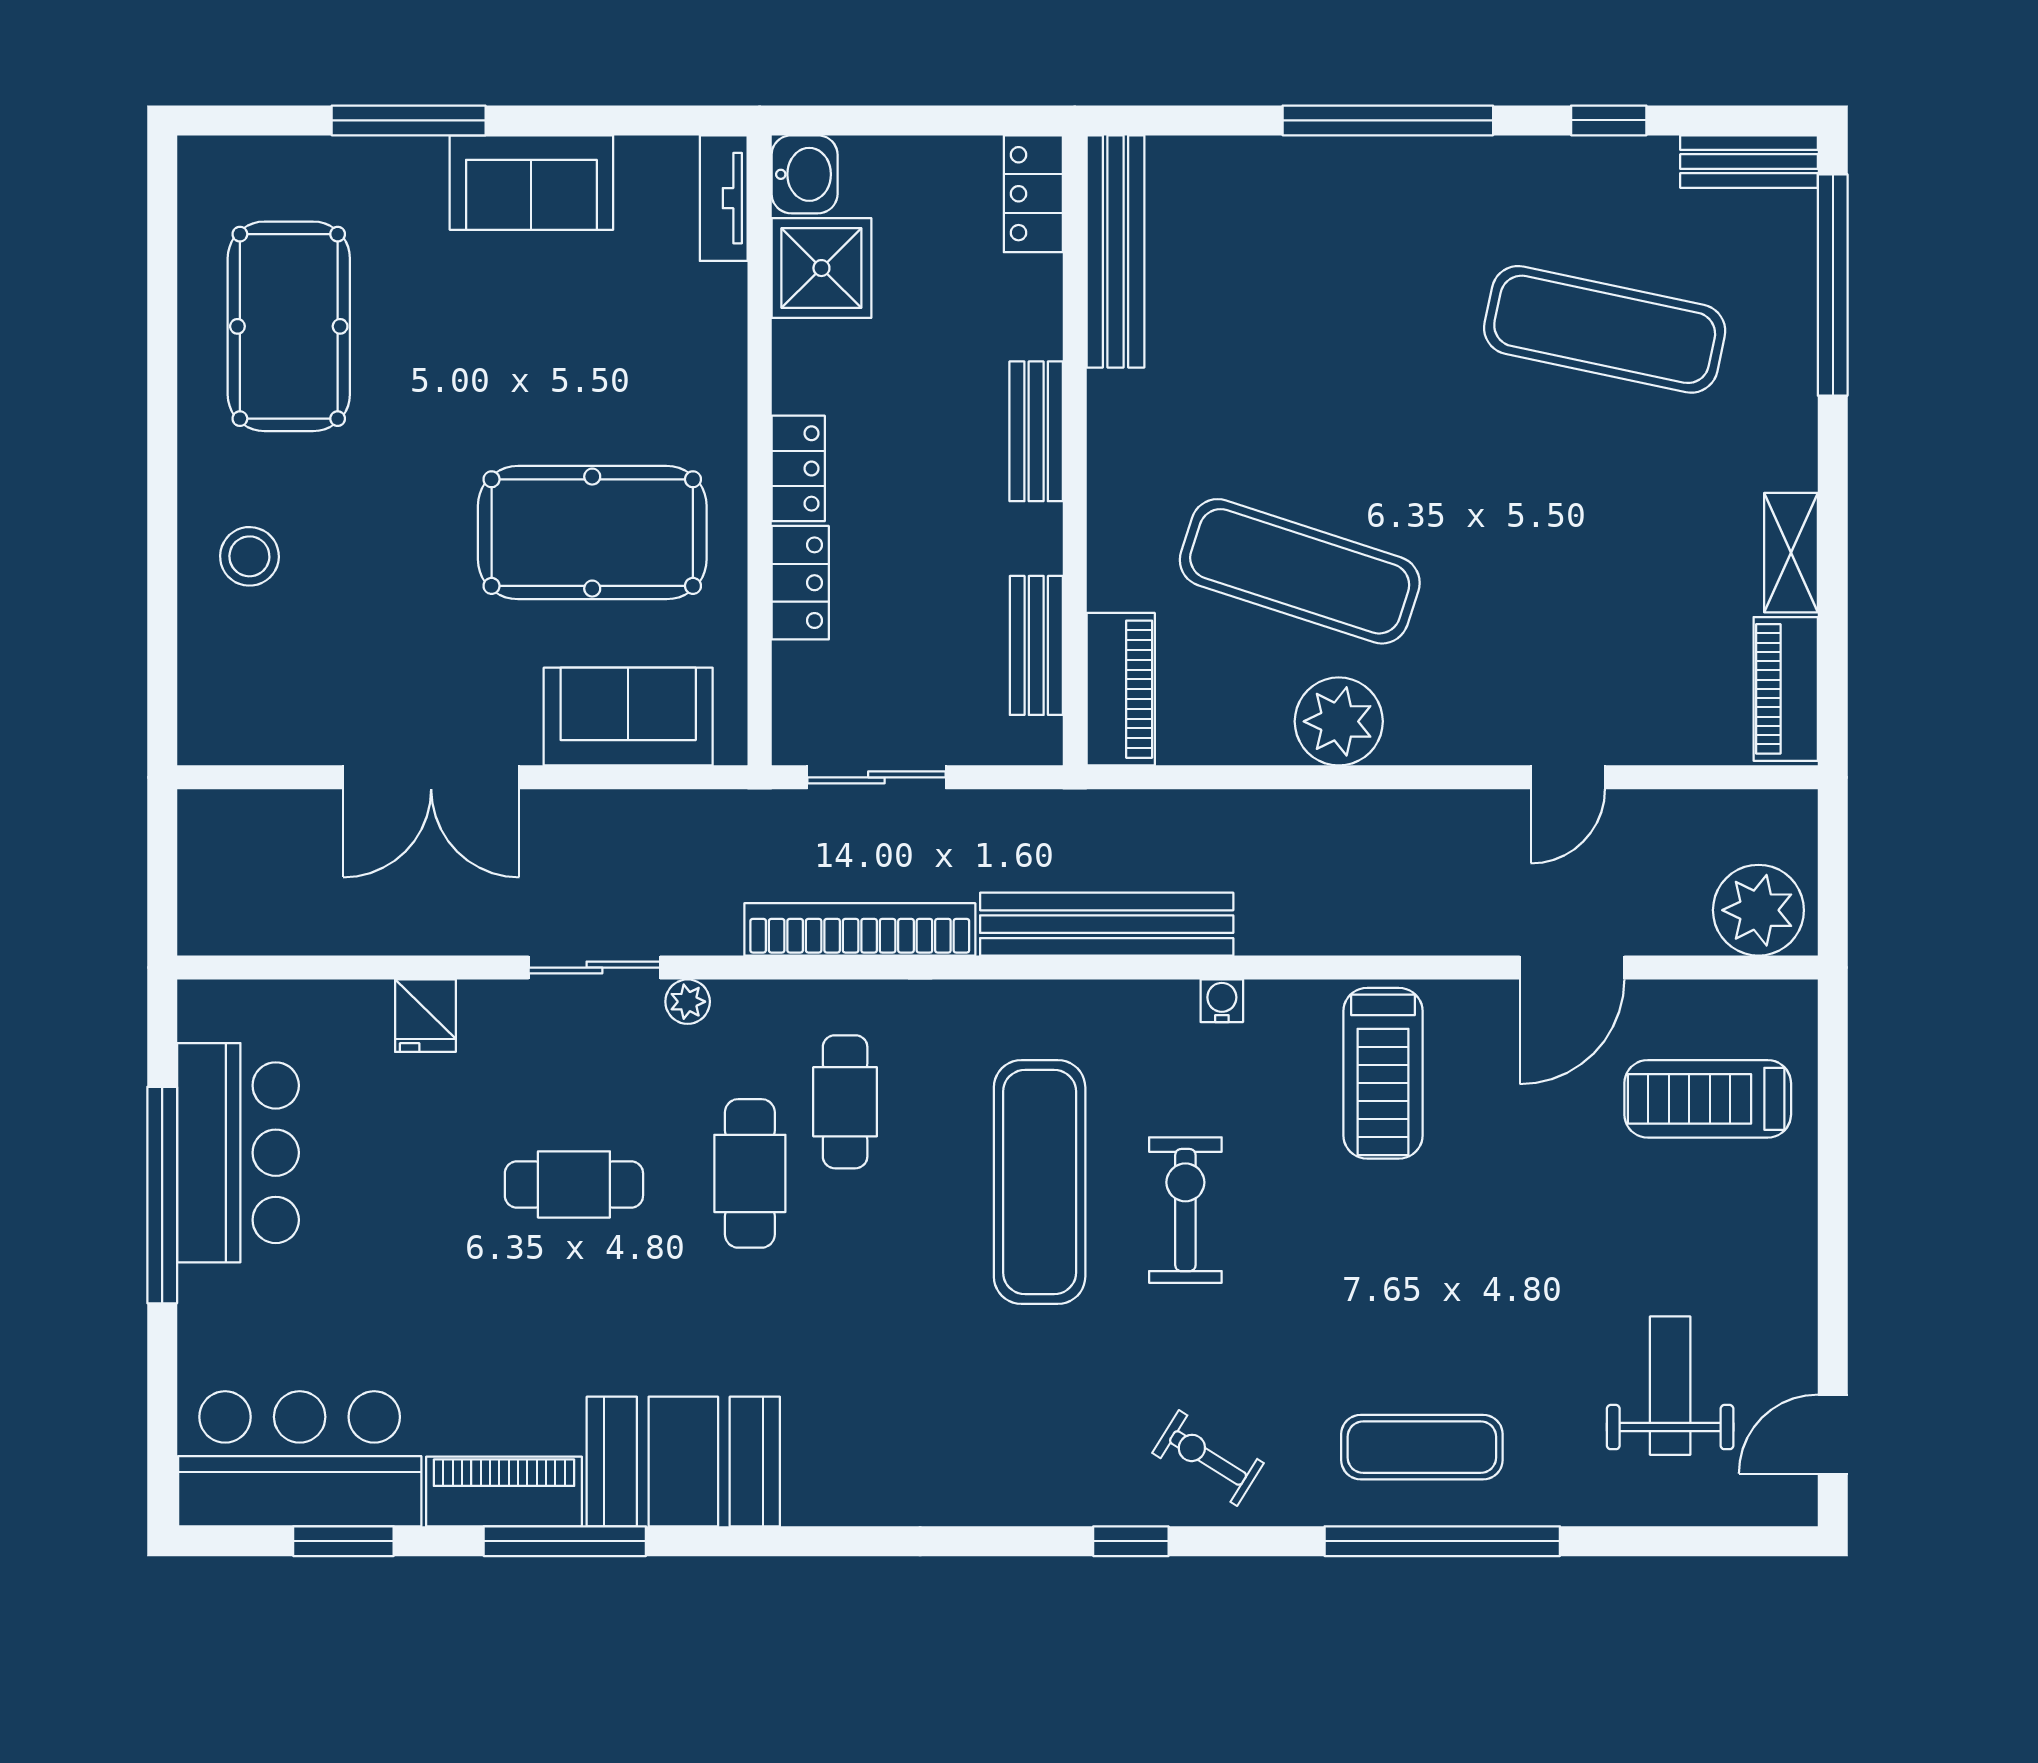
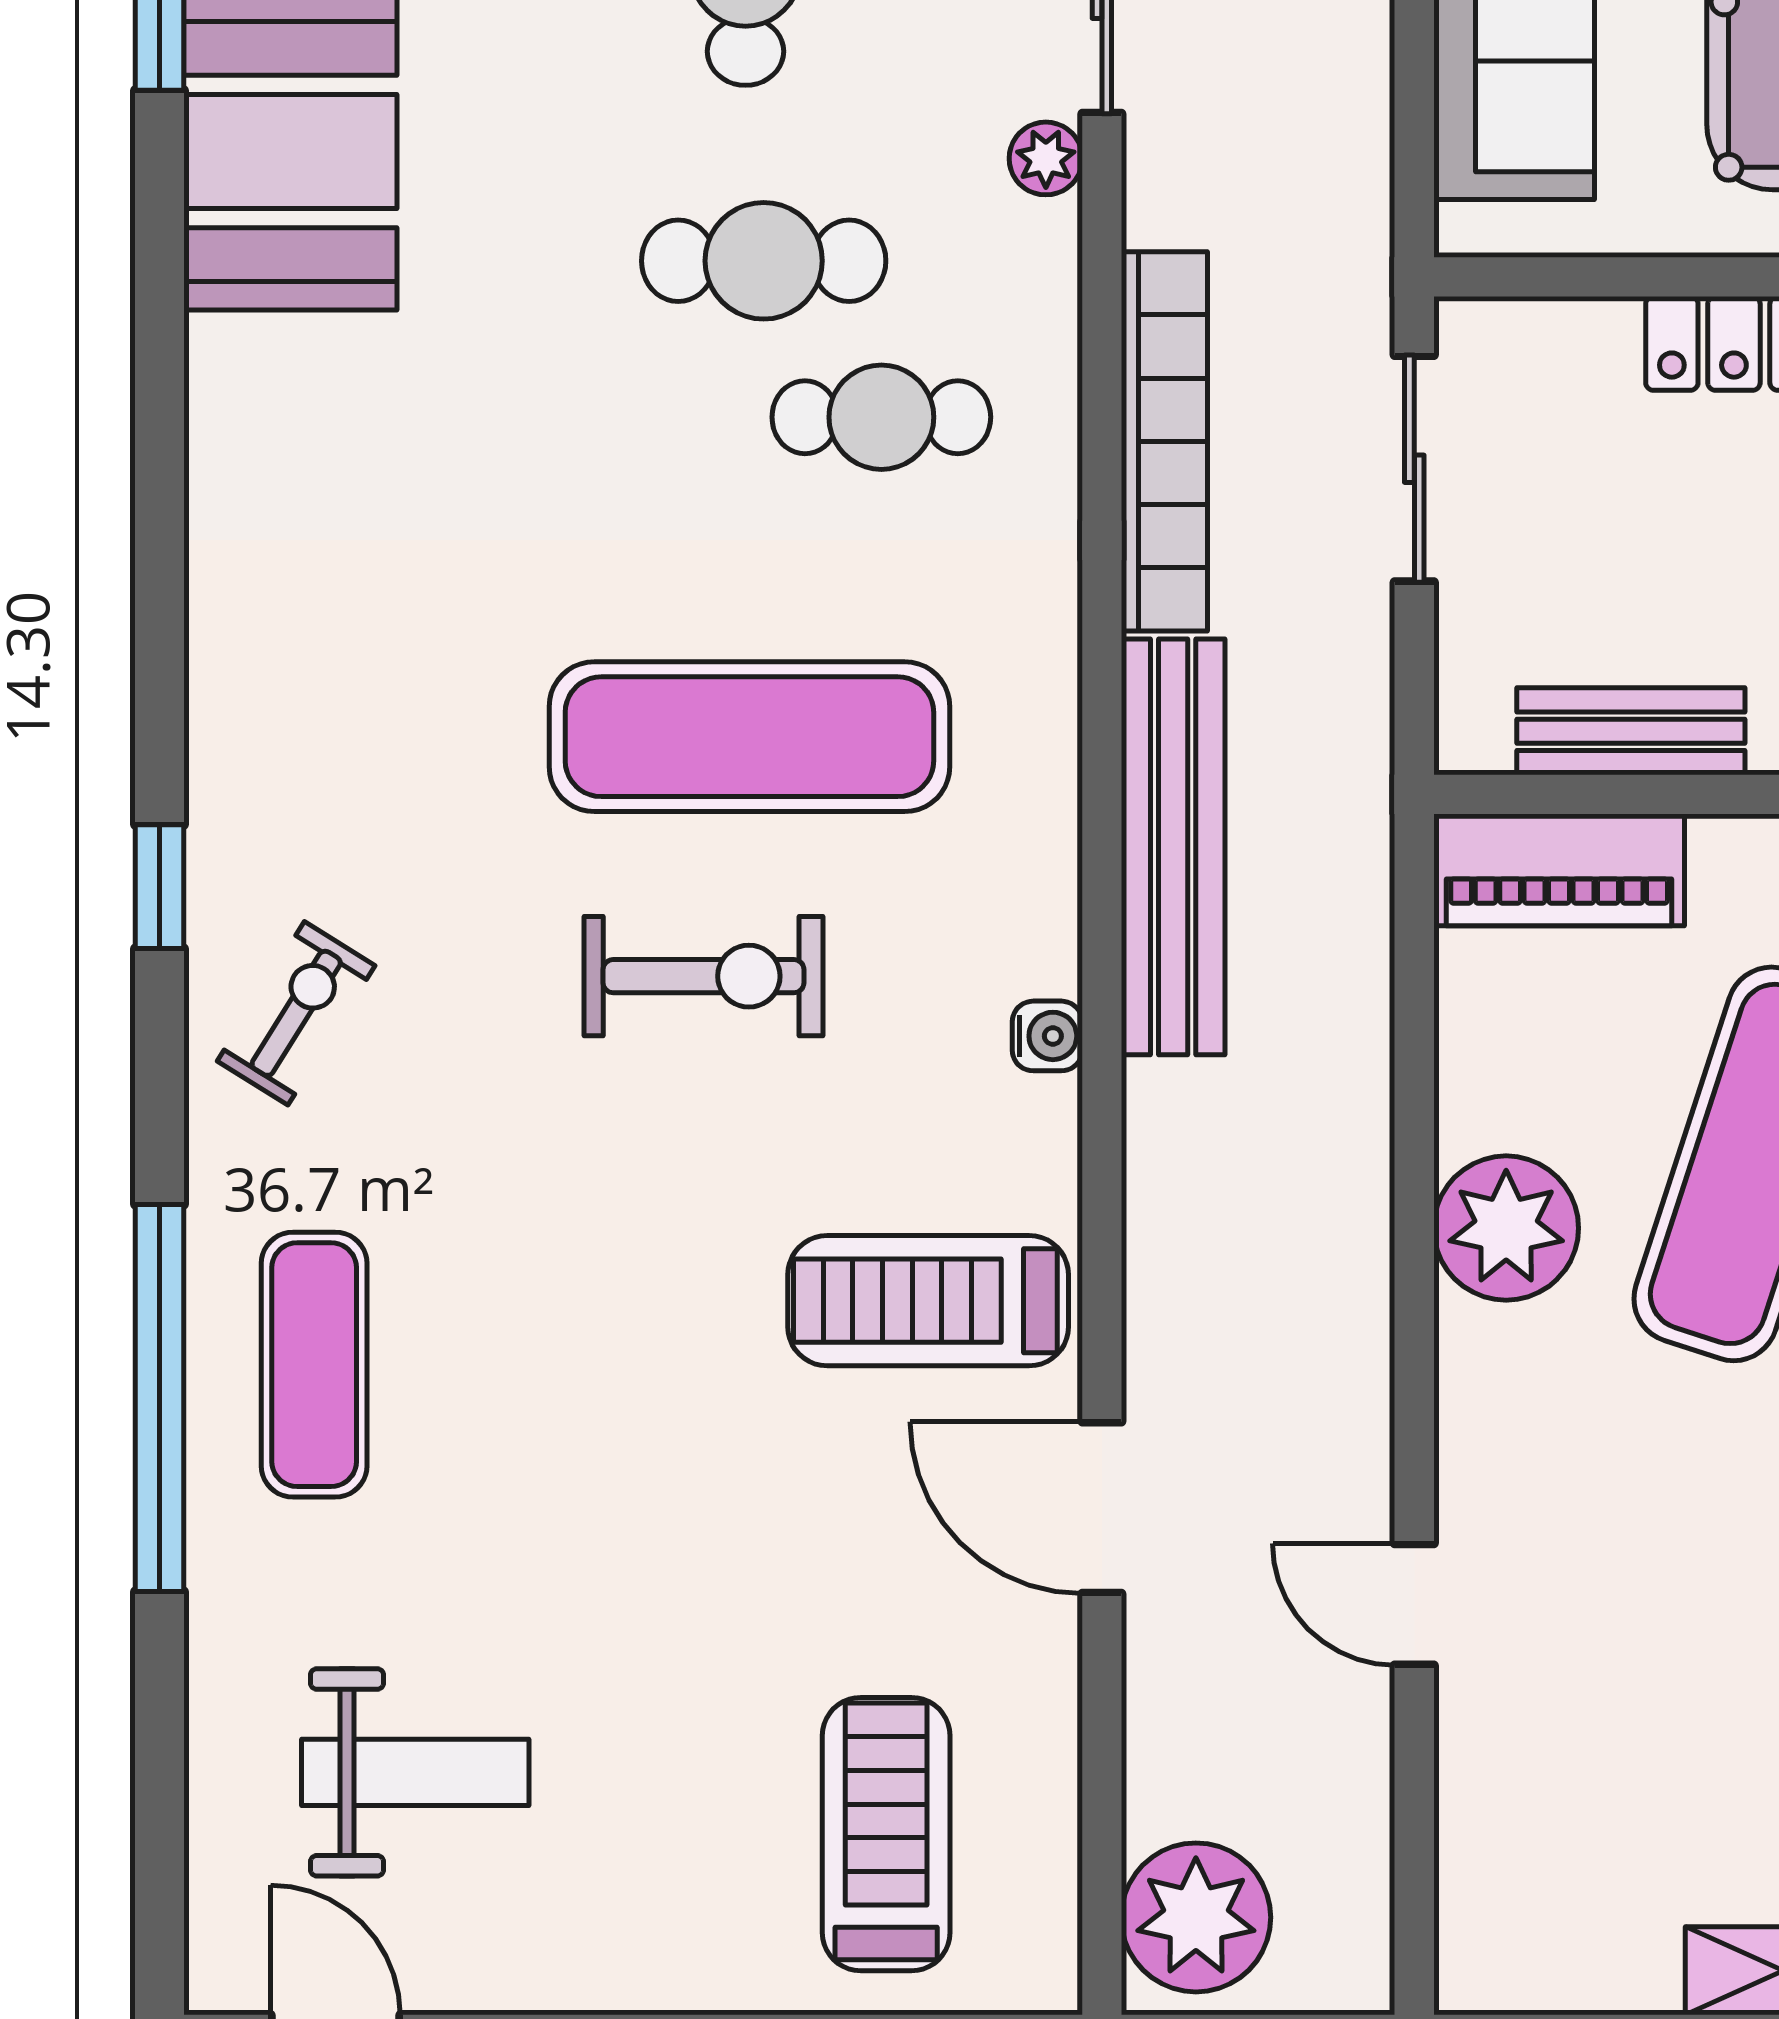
piano: (1786, 689) -> (1559, 1962), removed
door: (1572, 968) -> (1102, 1508), moved

